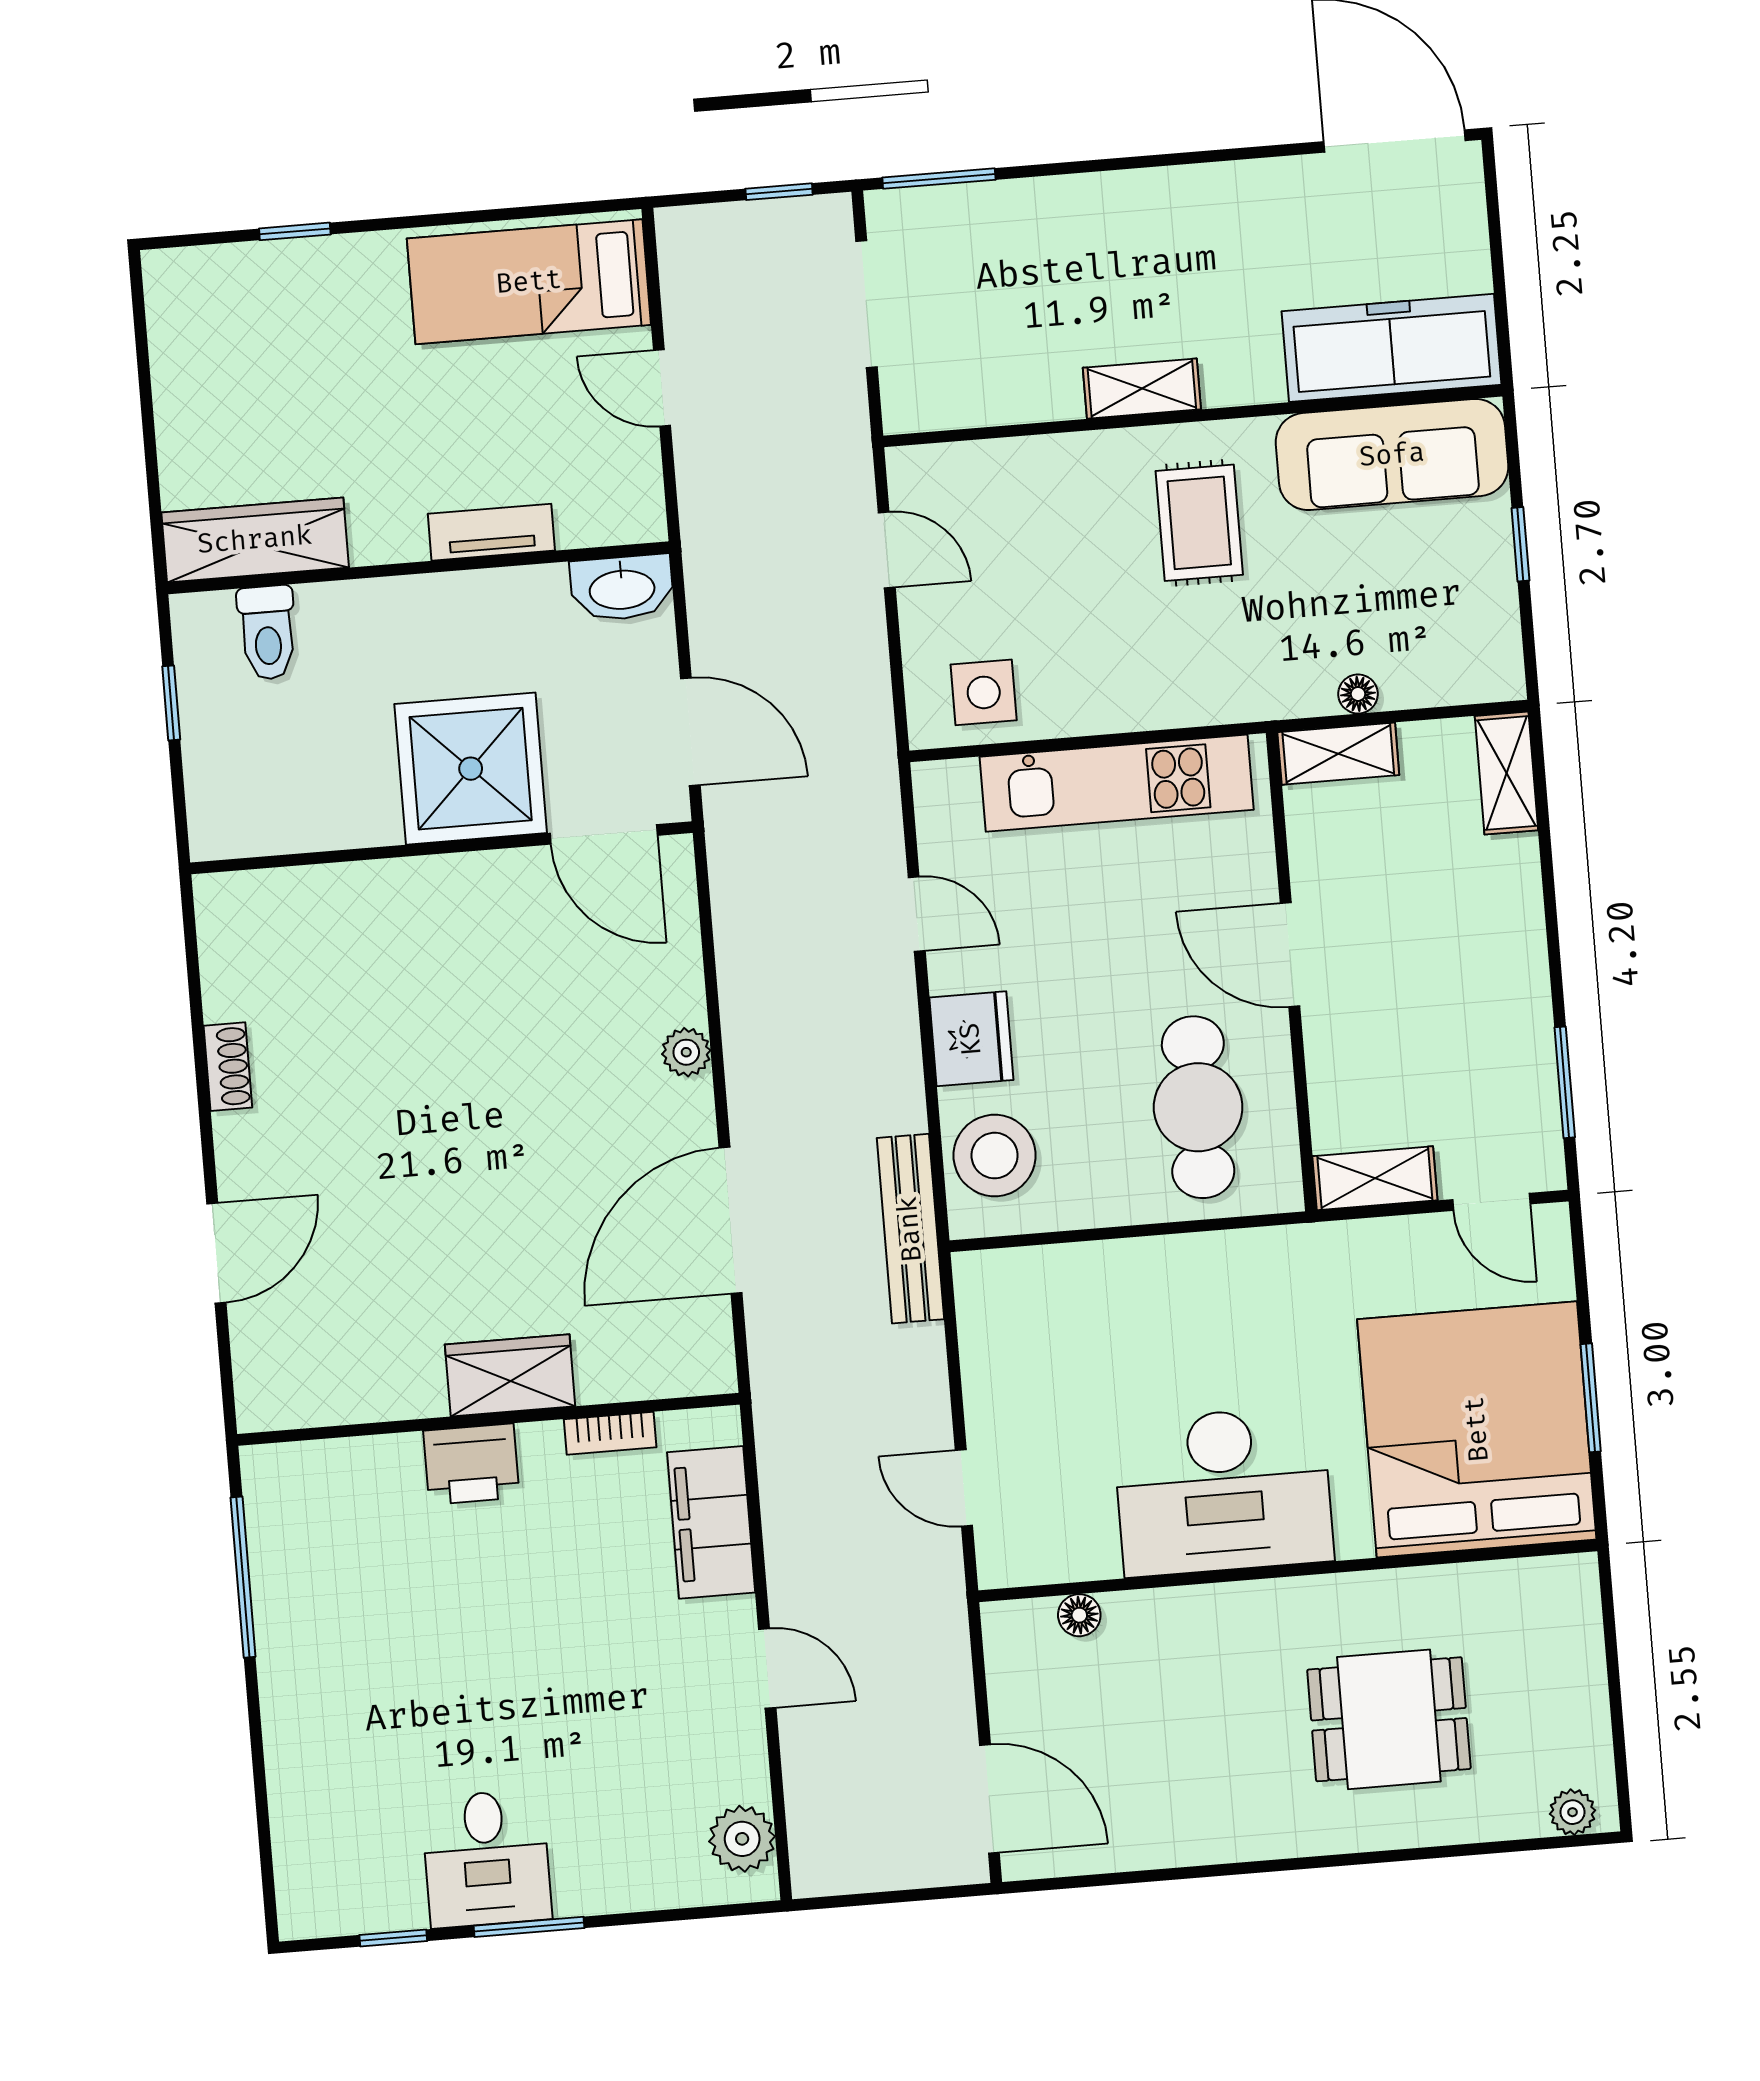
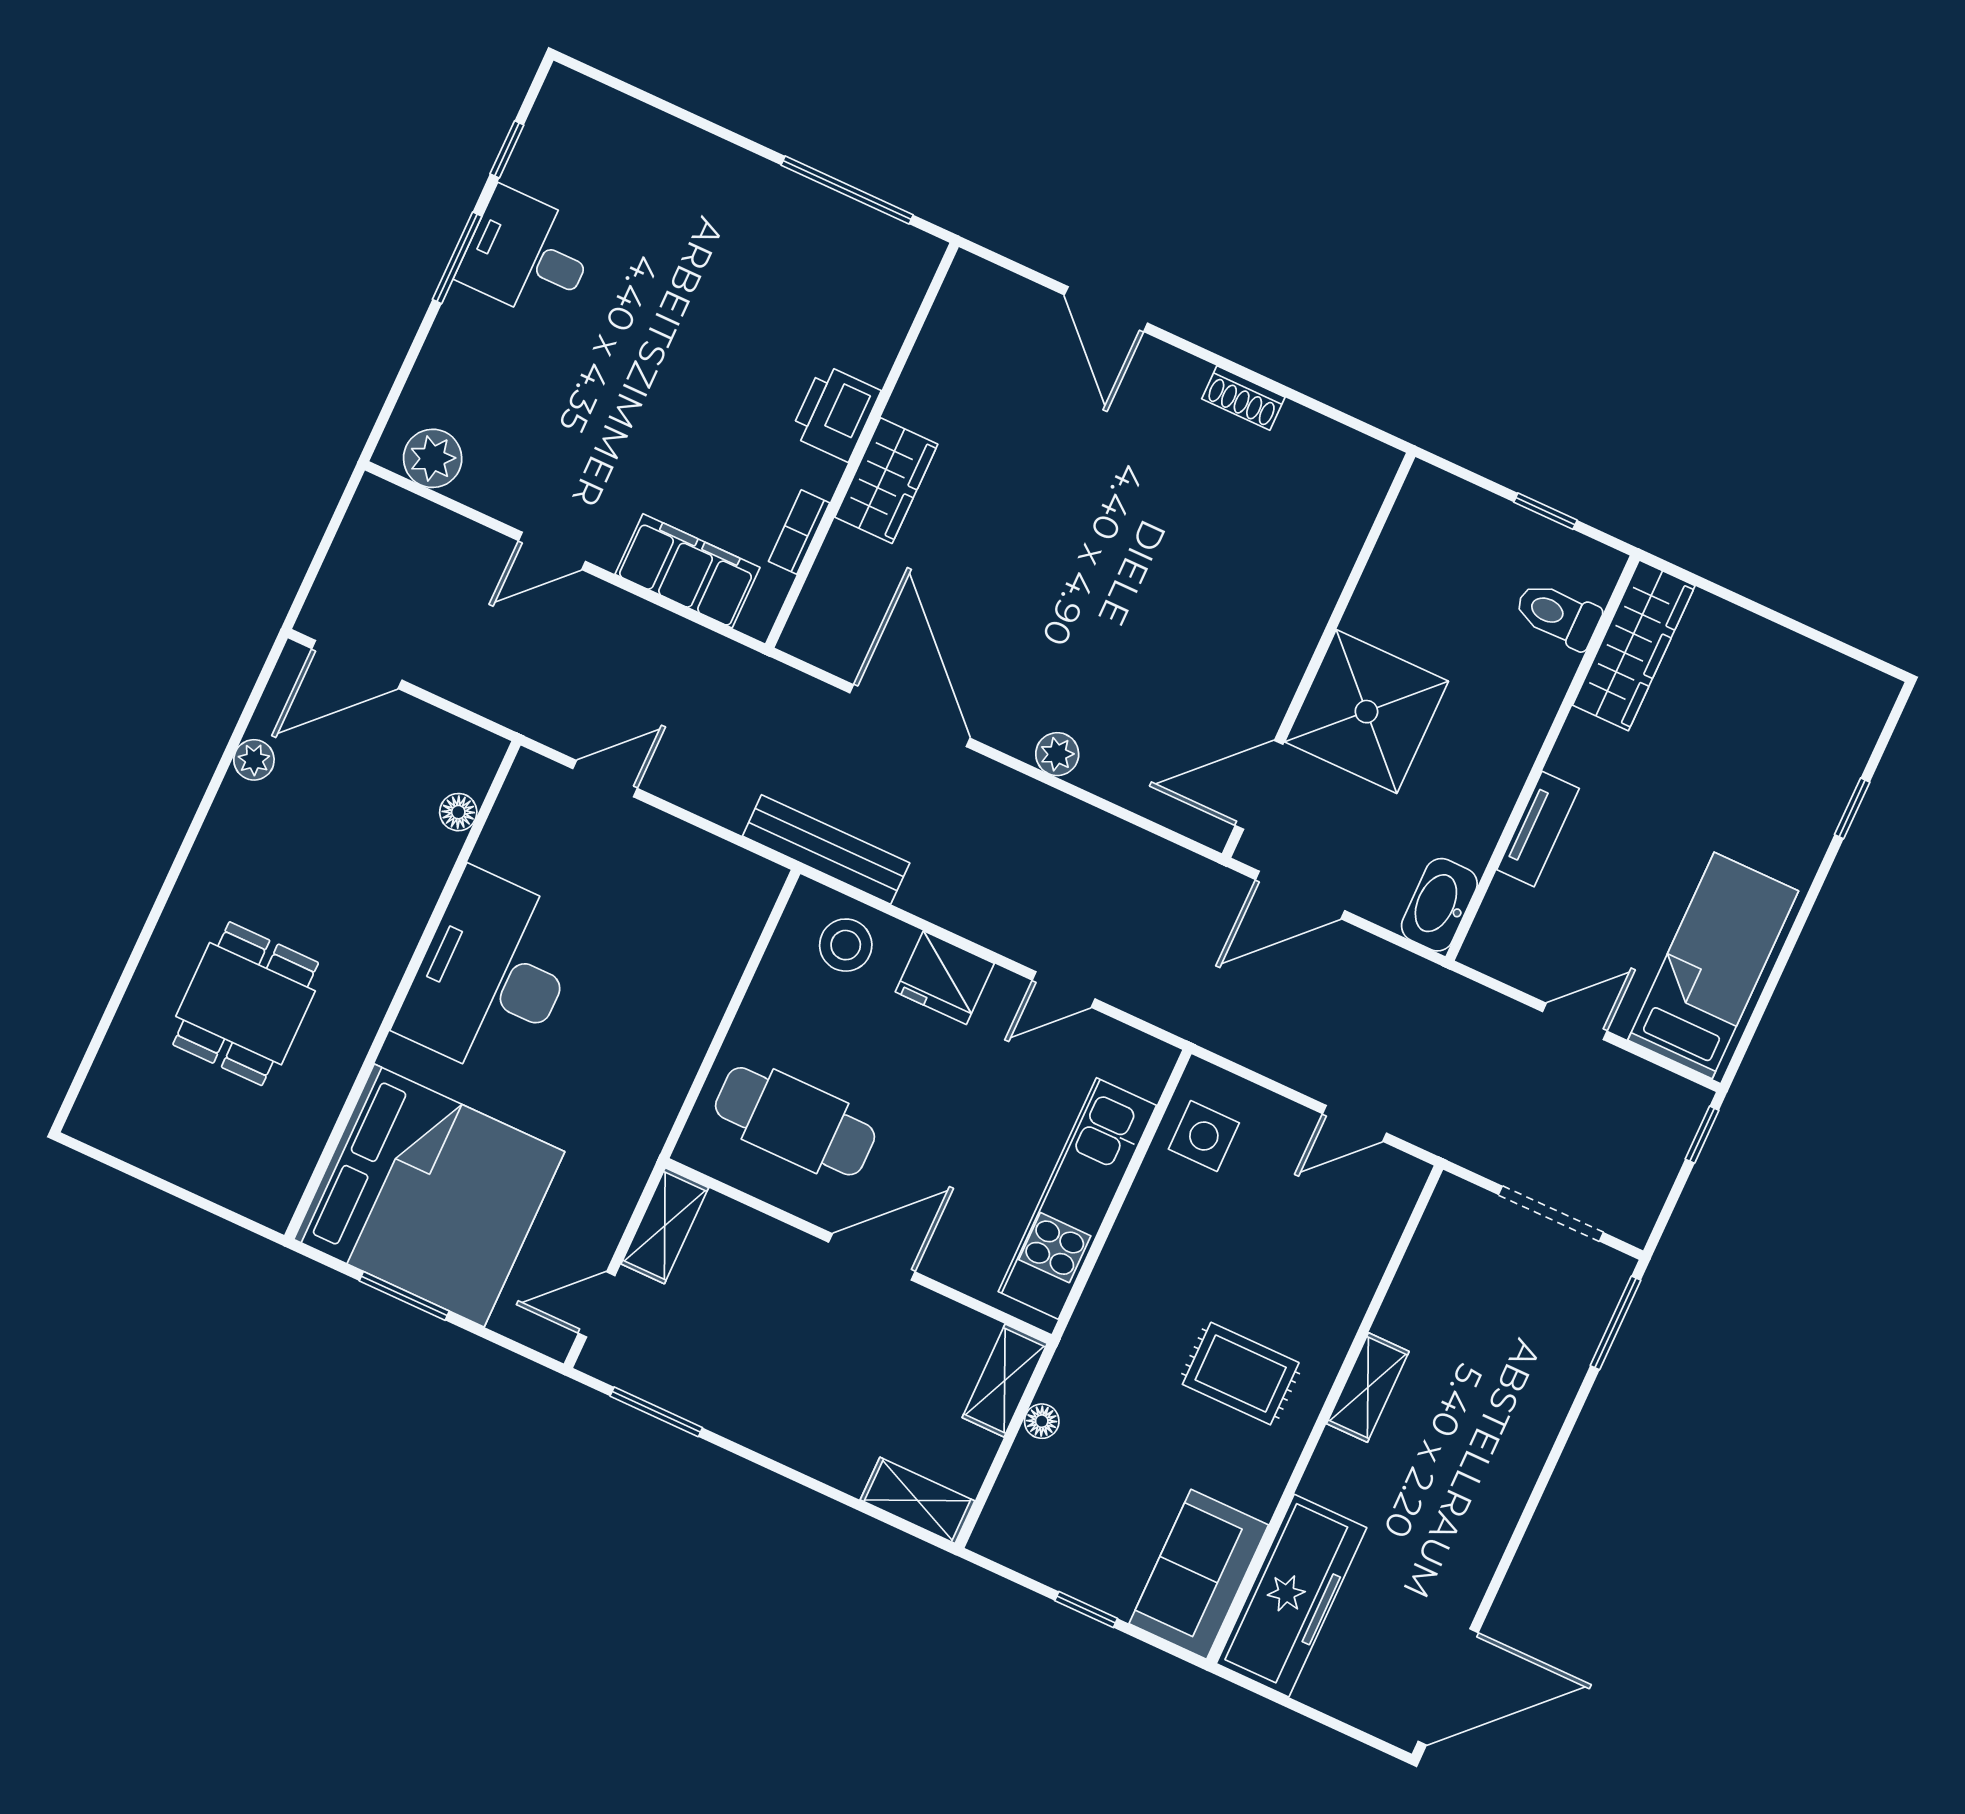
window: (779, 192) -> (1702, 1135), moved
sofa: (1392, 455) -> (1199, 1574), width x0.73
stool: (995, 1156) -> (846, 945), width x0.73, depth x0.73
plant: (1572, 1812) -> (254, 760), moved

